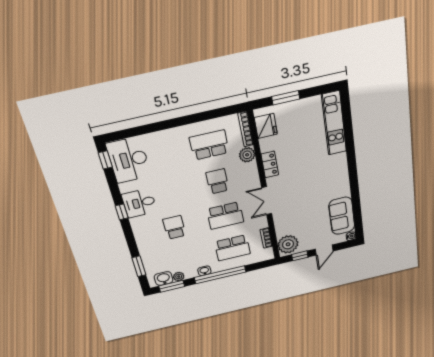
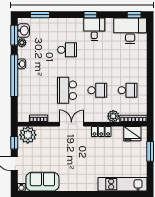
school desk: (209, 145) -> (128, 90), width x0.54
school desk: (232, 248) -> (37, 90), removed

